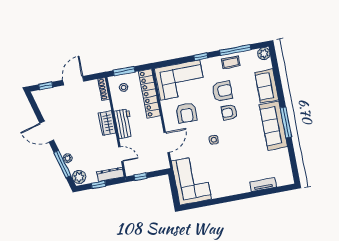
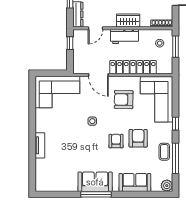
armchair: (222, 91) -> (138, 138), turned 180
locker: (149, 94) -> (133, 67), moved
sofa: (273, 126) -> (95, 182), width x0.73
tv unit: (263, 185) -> (40, 145), moved

